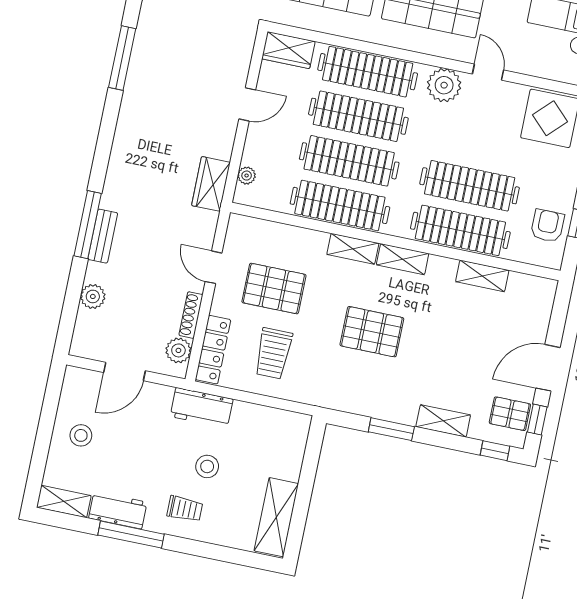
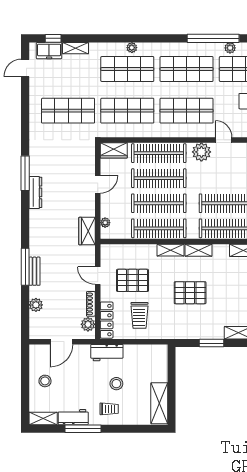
dresser: (133, 96) -> (35, 192), added

